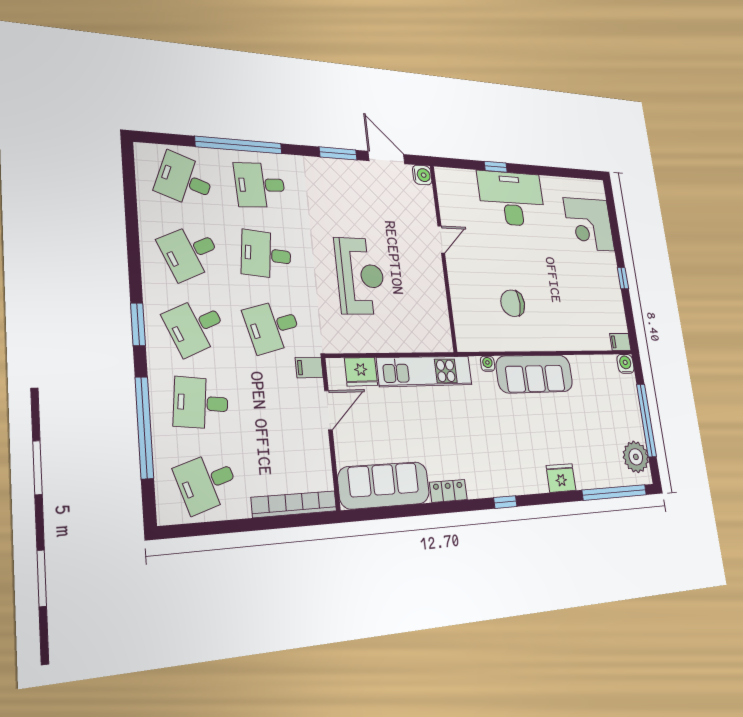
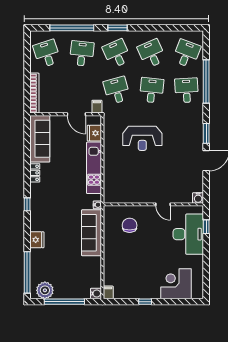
water cooler: (422, 175) -> (198, 198), moved
door: (441, 240) -> (163, 204), moved
wall: (443, 257) -> (153, 204), moved

